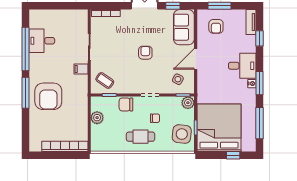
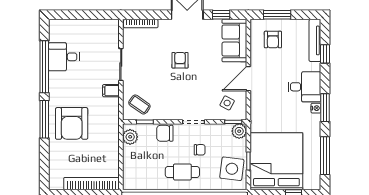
tv unit: (251, 22) -> (315, 40), width x1.41
armchair: (145, 53) -> (180, 60), moved
plant: (97, 118) -> (130, 137), moved

